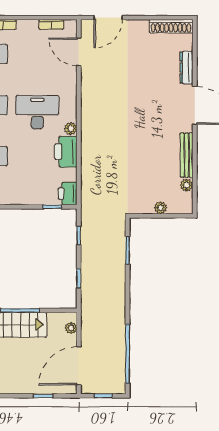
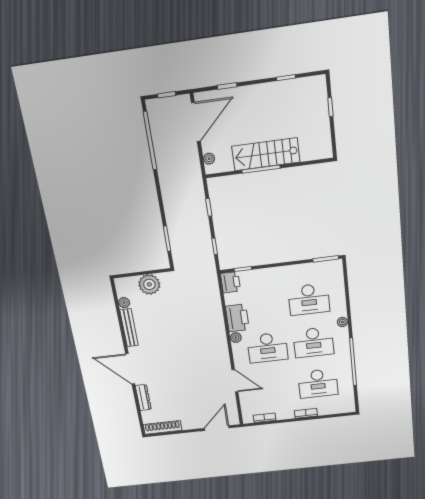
door: (79, 52) -> (235, 381), moved
plant: (161, 208) -> (149, 284), width x1.87, depth x1.87

